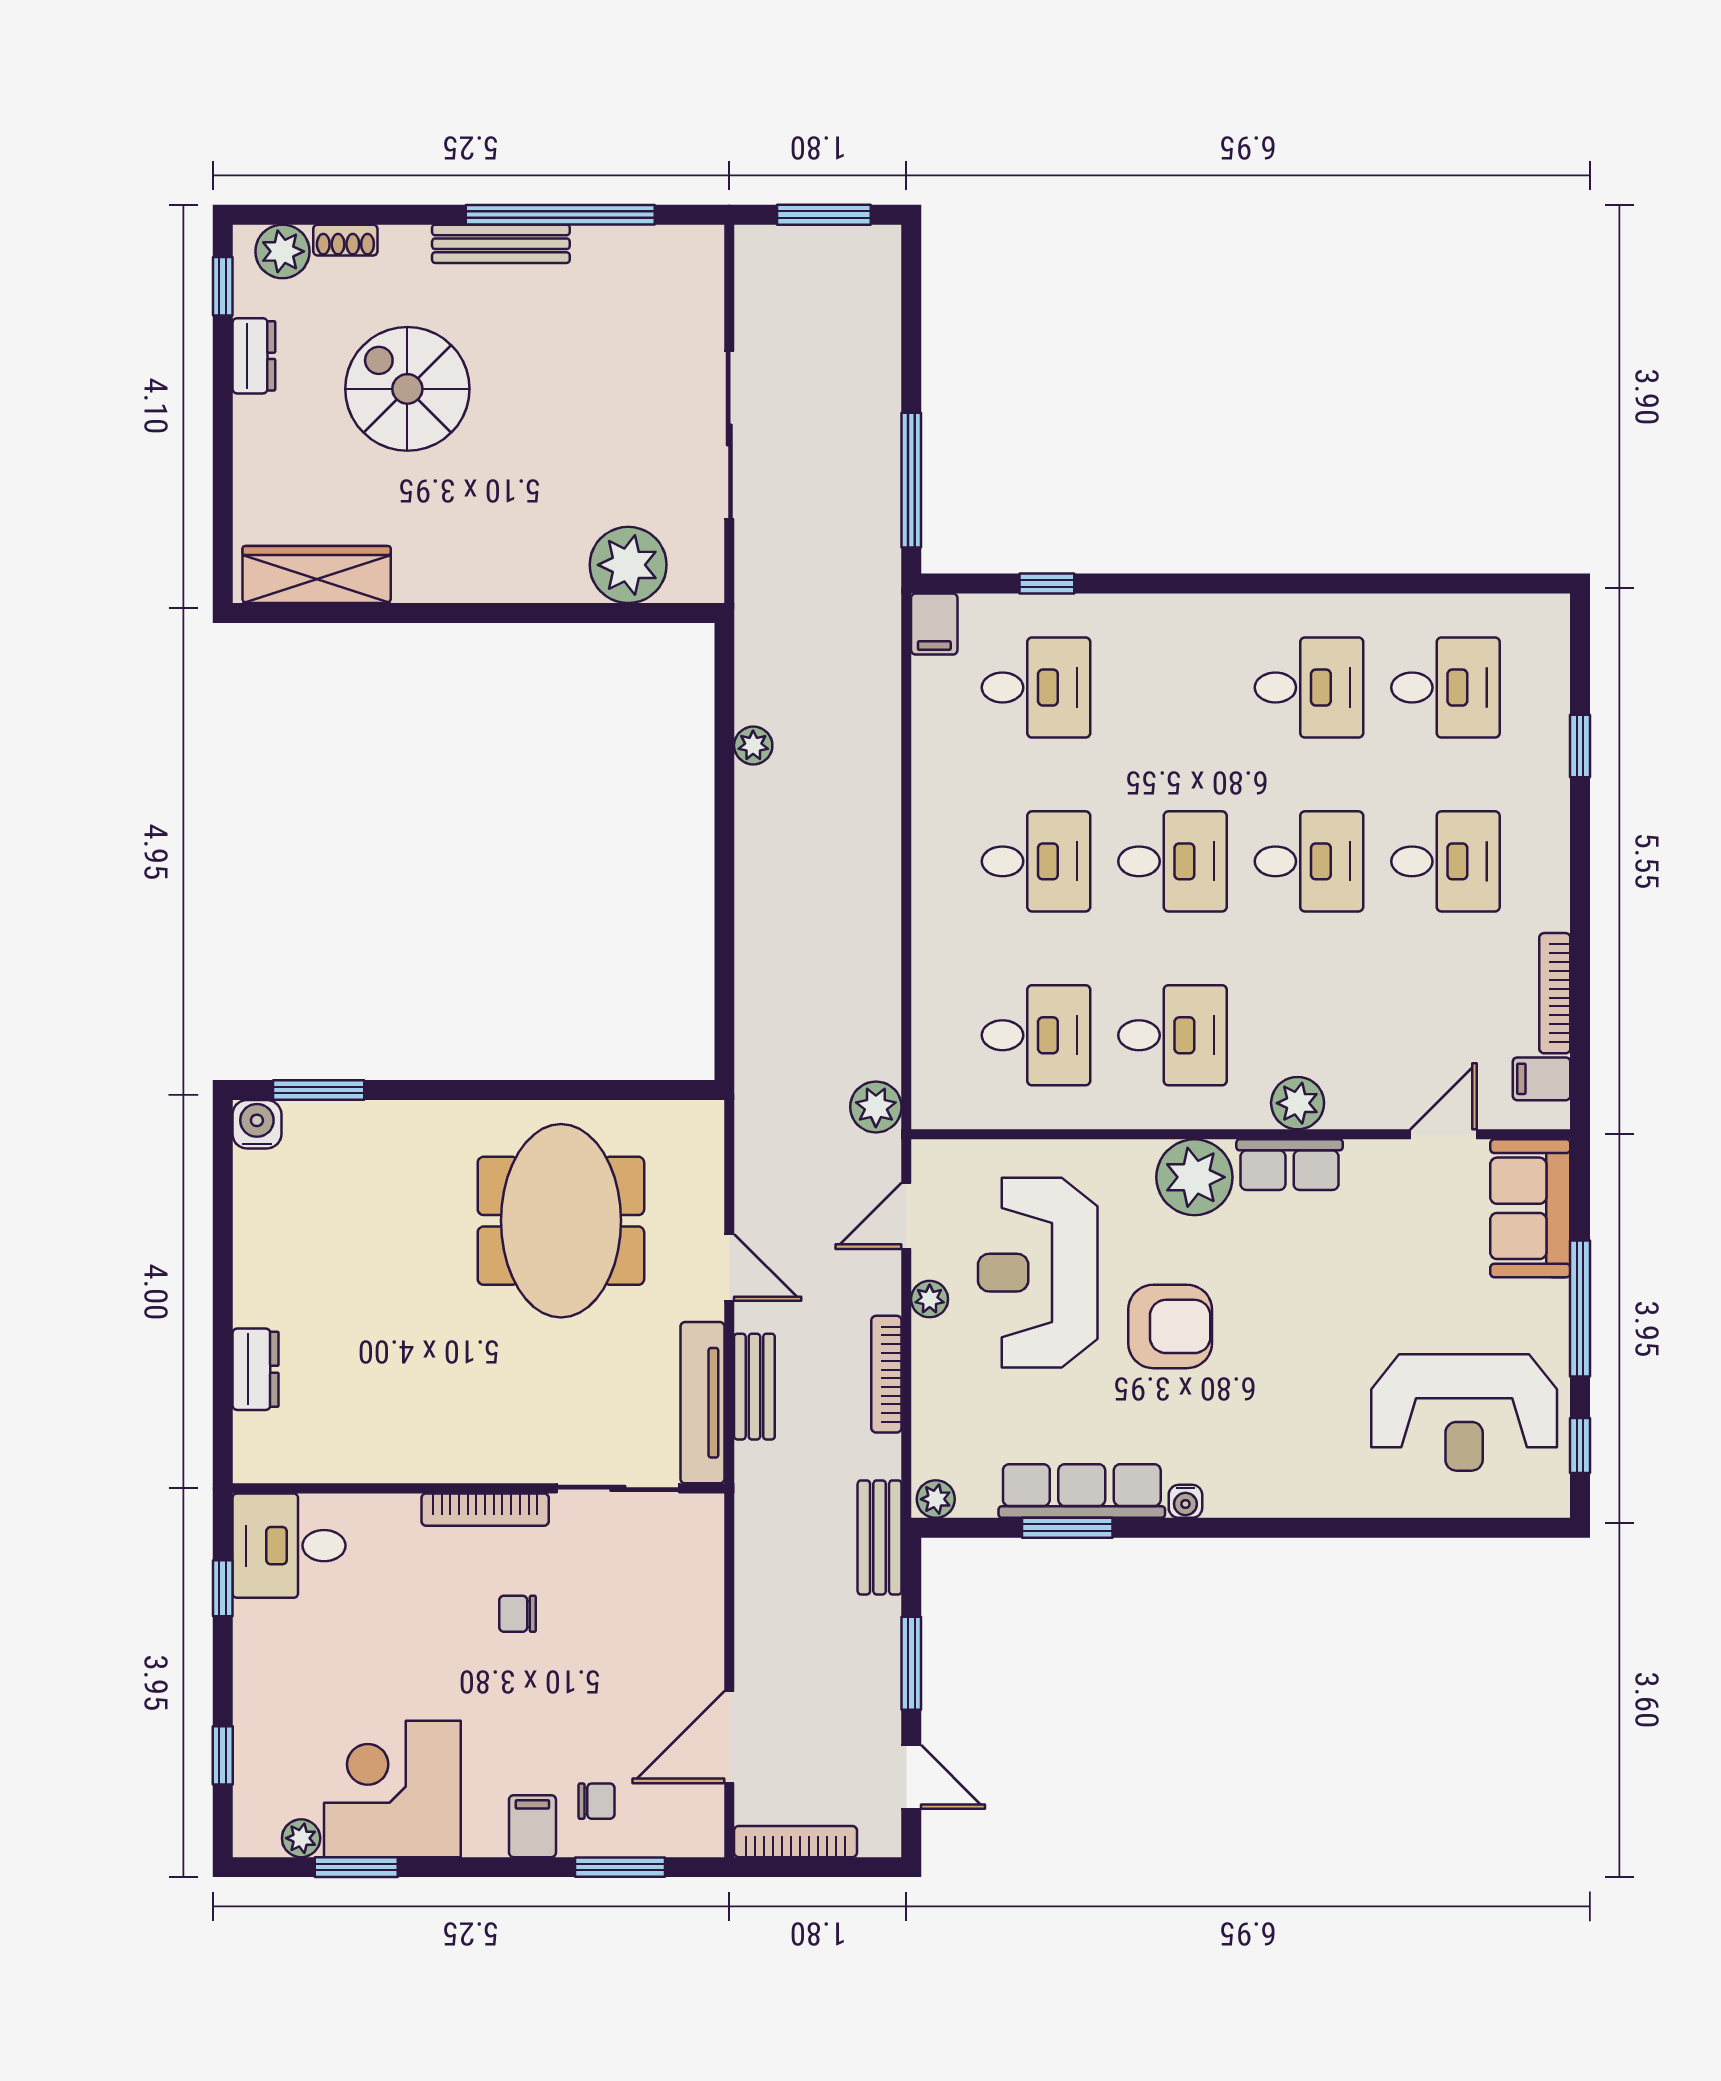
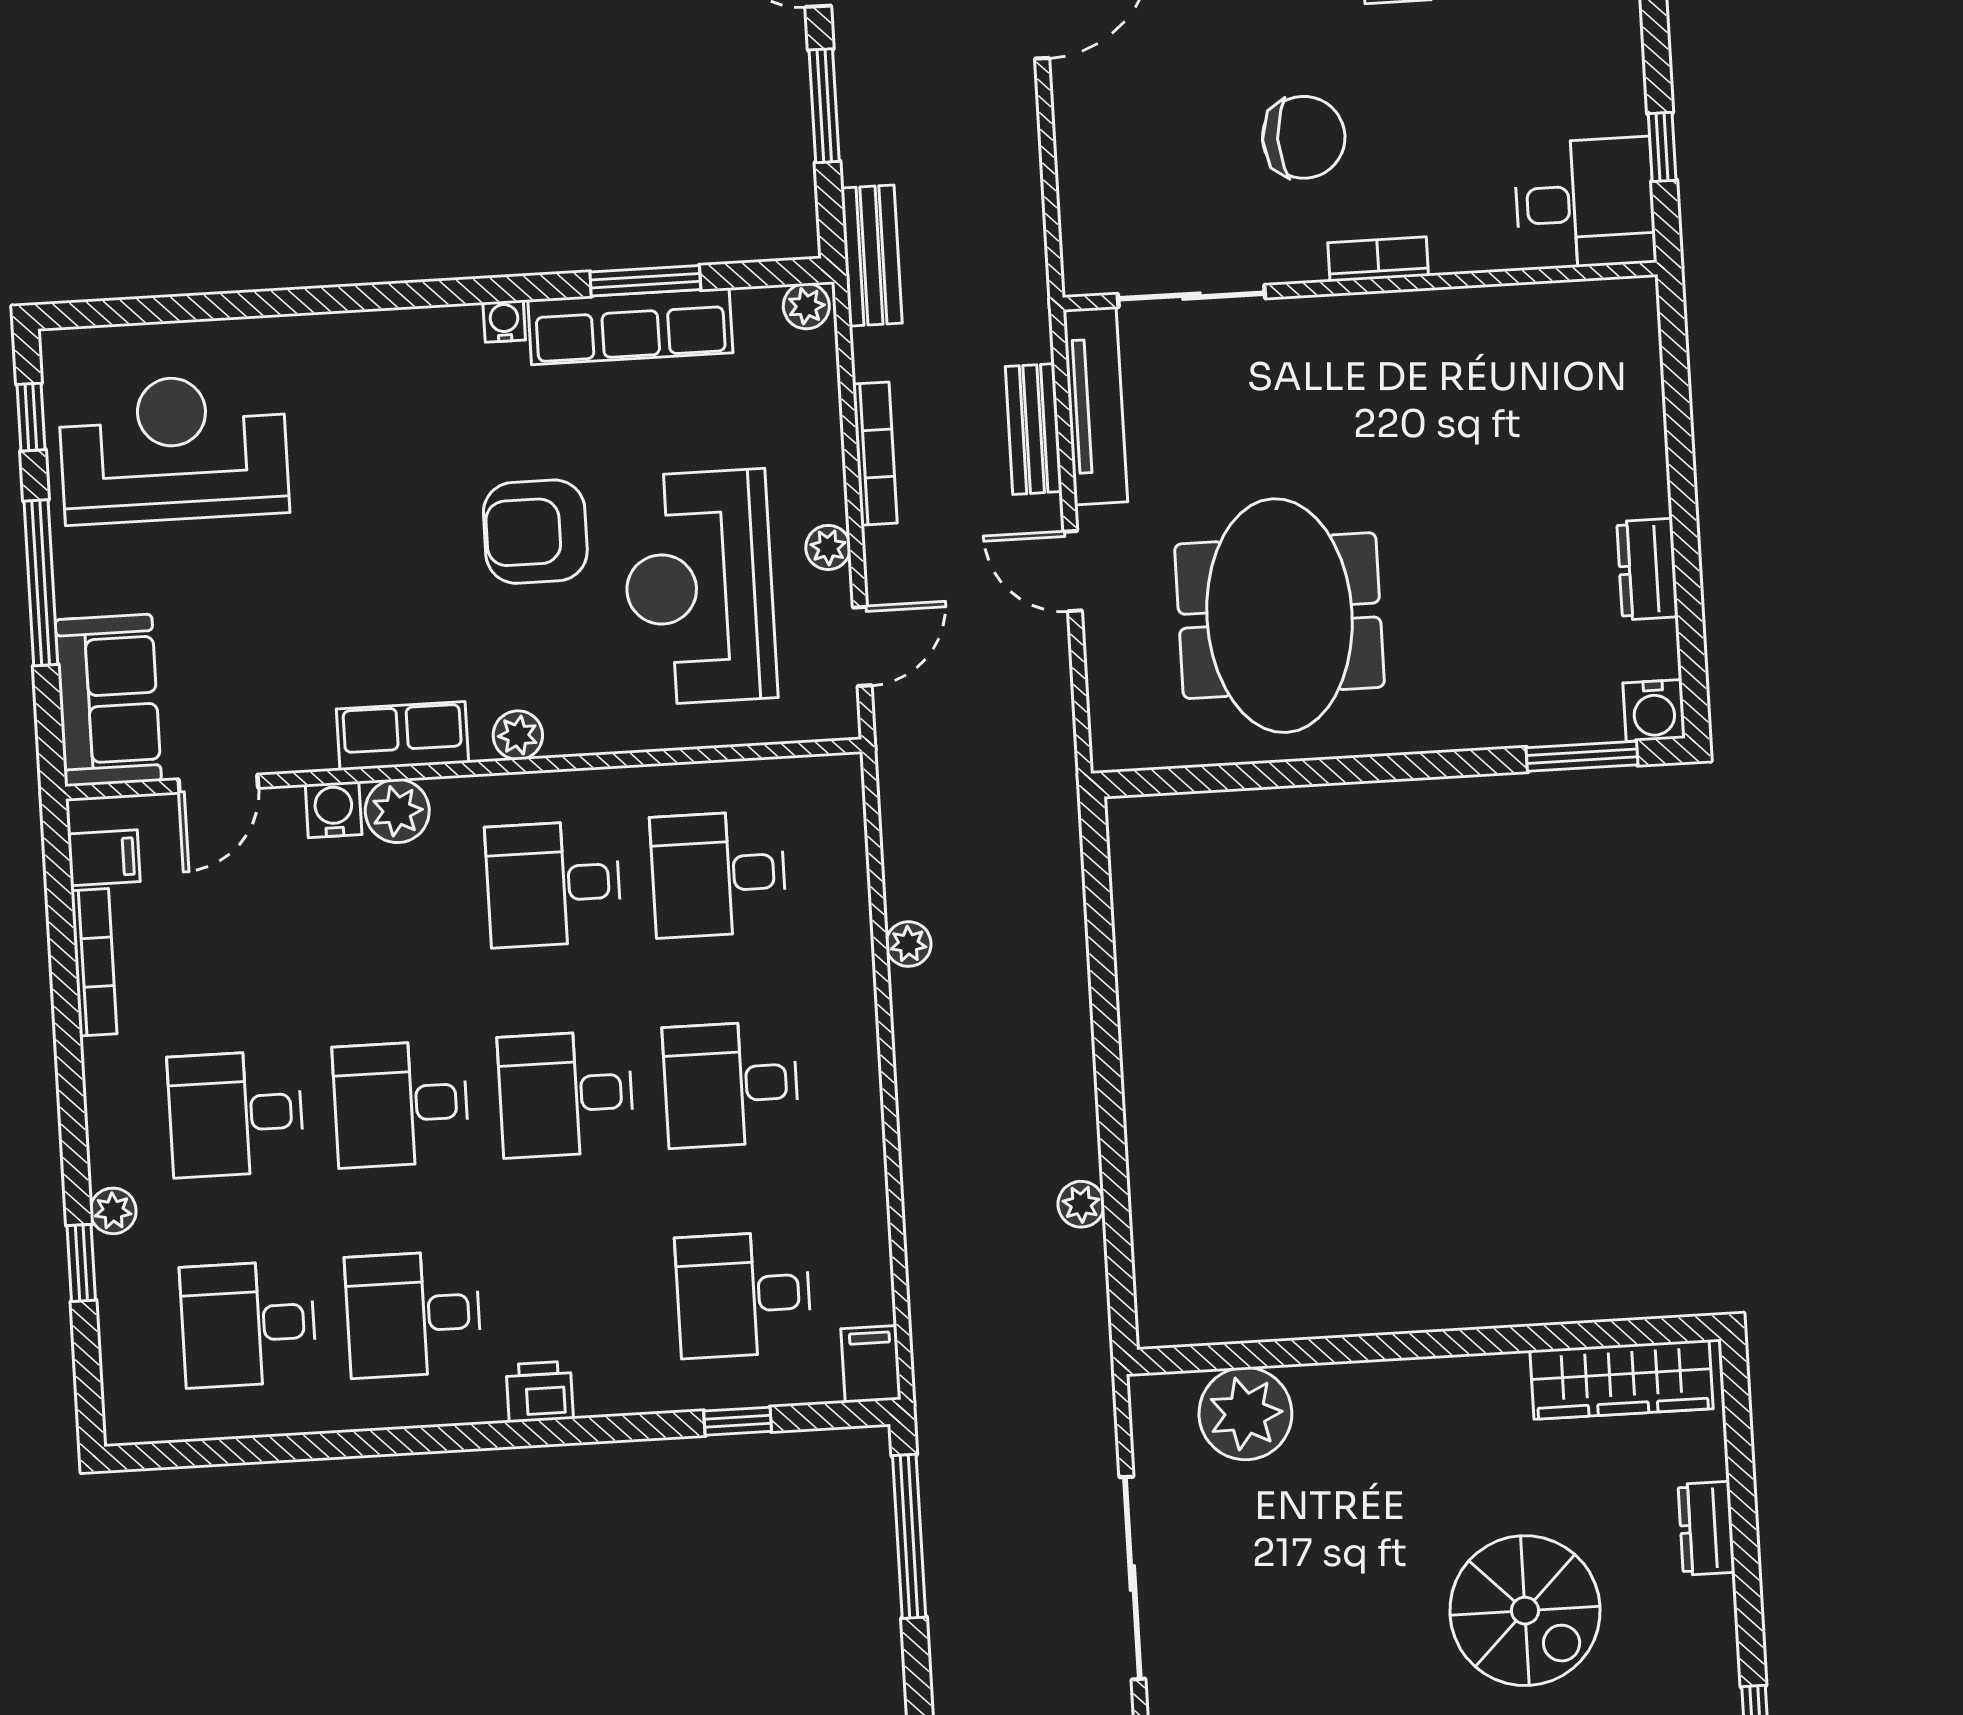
dresser: (254, 356) -> (1706, 1528), moved
printer: (1209, 617) -> (540, 1392), added
plant: (1551, 787) -> (113, 1211), added
plant: (876, 1107) -> (908, 944), moved, width x0.73, depth x0.73
water cooler: (1350, 1107) -> (334, 810), added
plant: (1194, 1177) -> (518, 735), width x0.53, depth x0.53
reception desk: (1038, 1273) -> (699, 587), turned 180
dresser: (256, 1369) -> (1647, 569), moved
bookcase: (485, 1510) -> (1378, 259), width x0.64
chair: (518, 1614) -> (1304, 137), width x1.87, depth x1.87

